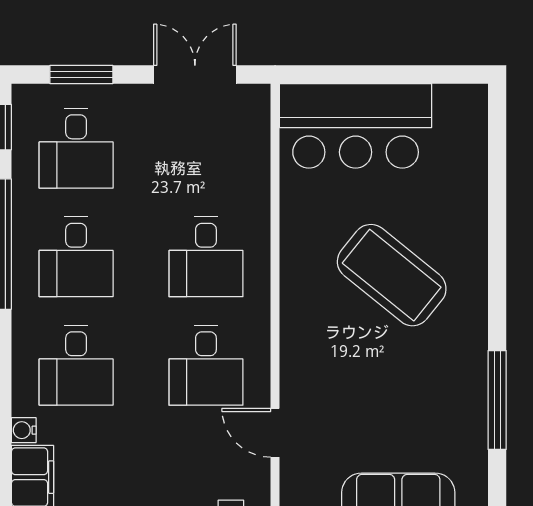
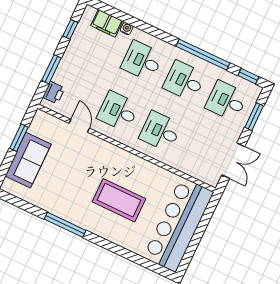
bar counter: (356, 126) -> (178, 224), width x1.36
coffee table: (392, 275) -> (119, 200), turned 51
window: (497, 400) -> (65, 225), moved
door: (275, 433) -> (79, 126), hinge flipped

